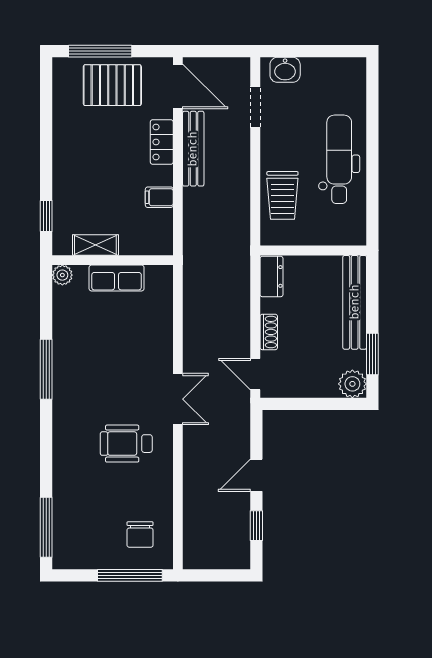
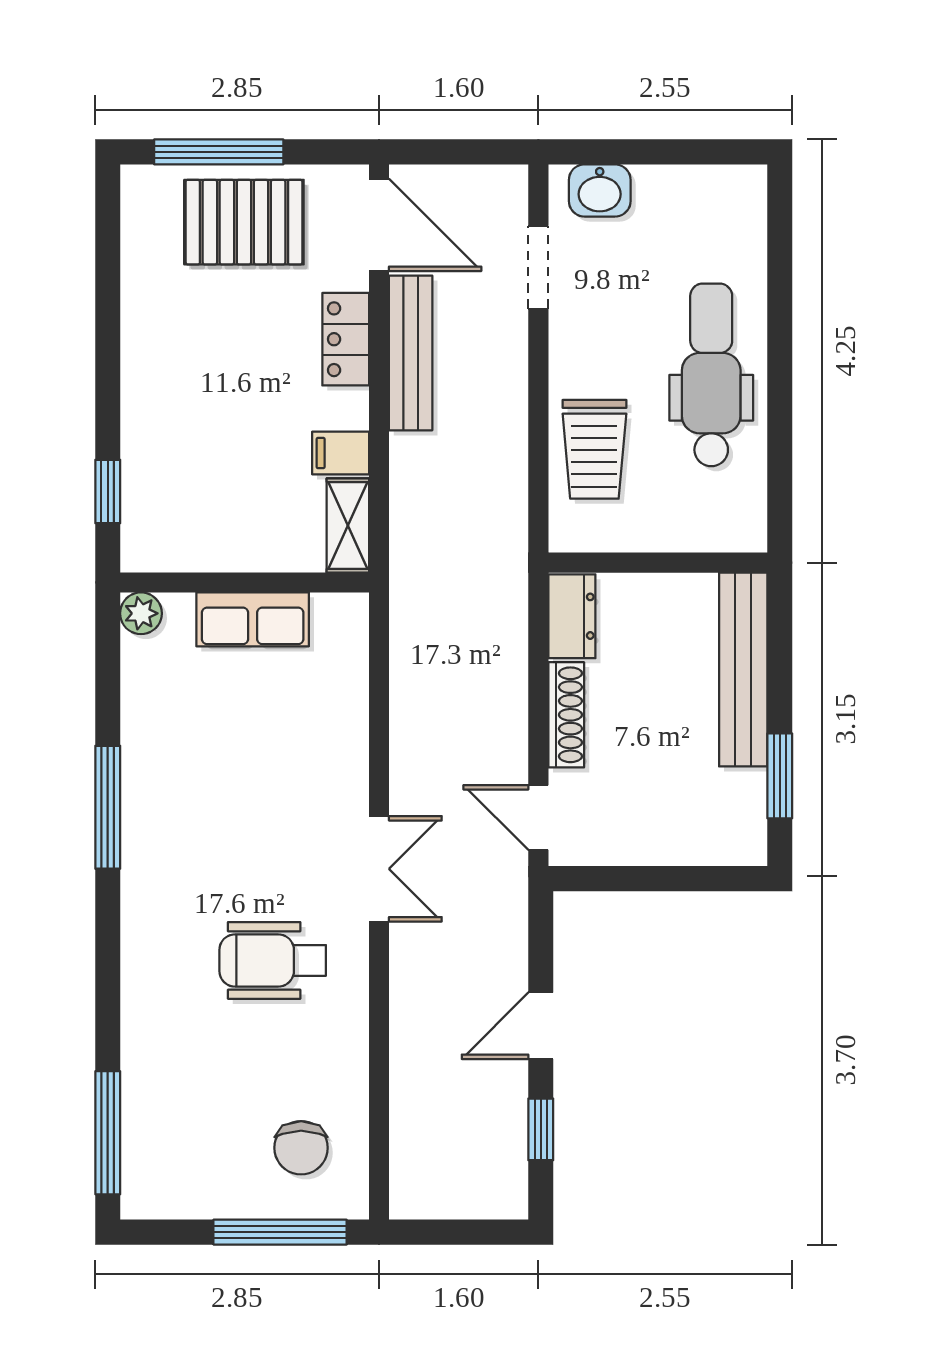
shelving: (95, 245) -> (348, 525), moved, turned 90
shoe rack: (269, 332) -> (566, 715), width x1.43
plant: (352, 384) -> (739, 837), removed

